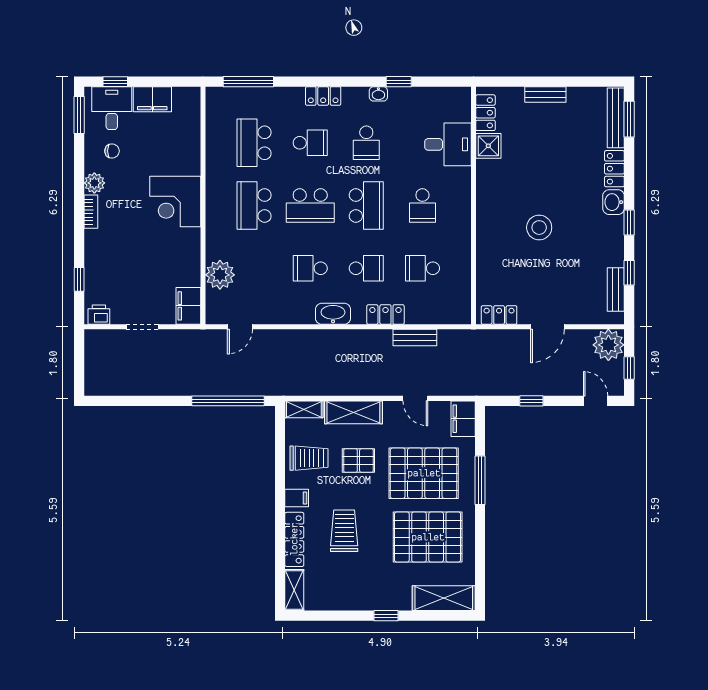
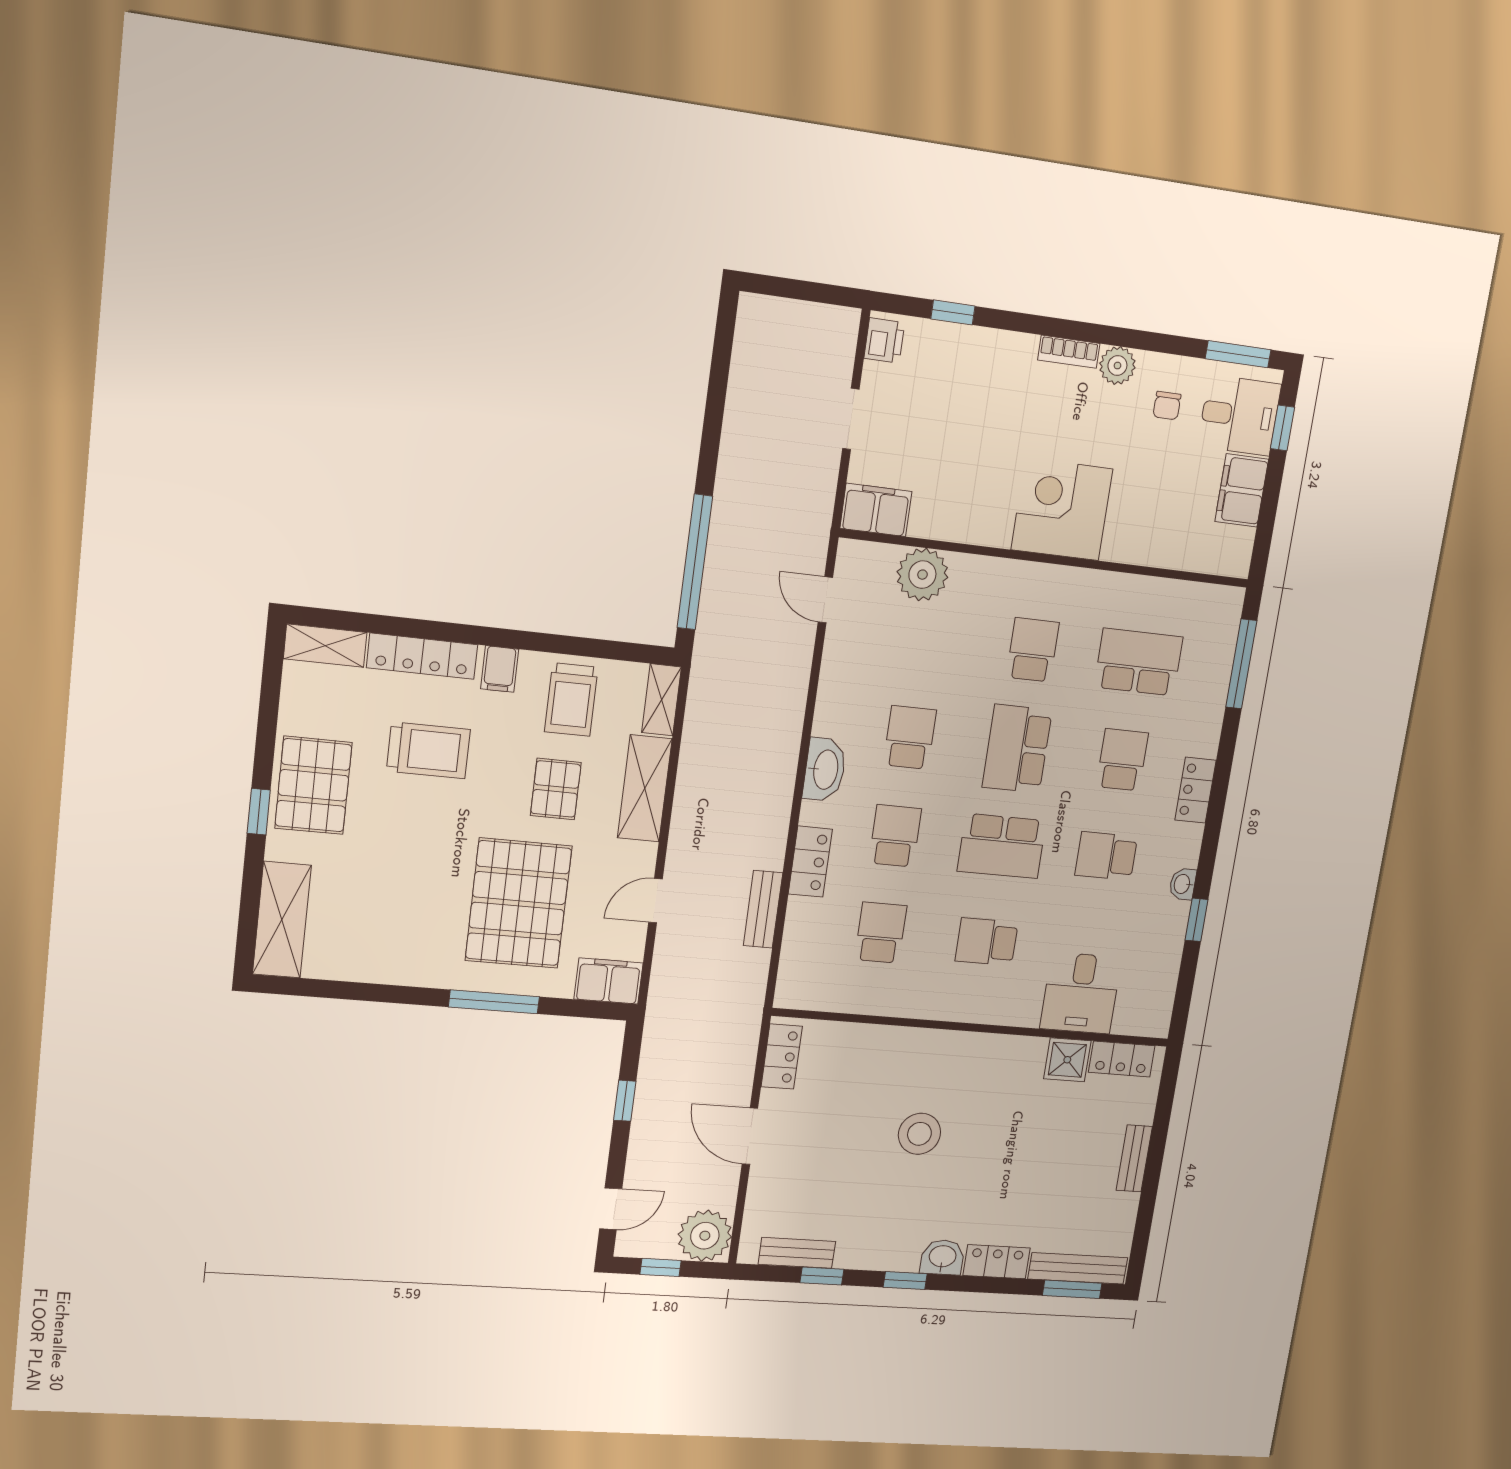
school desk: (310, 143) -> (1122, 760), turned 180
school desk: (254, 206) -> (1033, 650), width x0.54
school desk: (366, 268) -> (895, 836), turned 180
pallet: (428, 537) -> (313, 785), moved, width x0.73, depth x0.71

